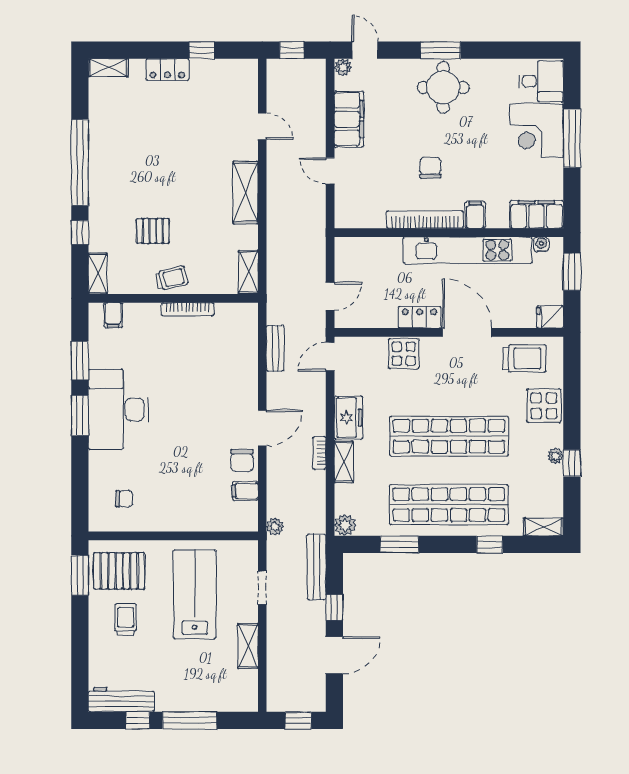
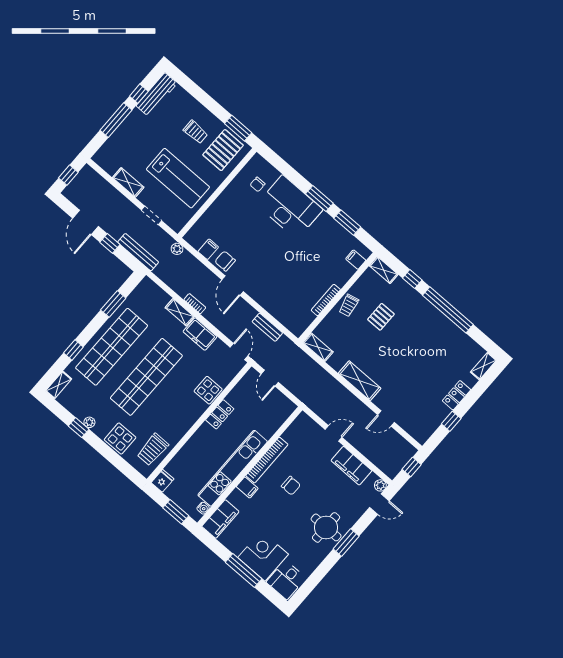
door: (467, 332) -> (191, 432), removed
desk: (118, 410) -> (290, 207), moved
plant: (345, 525) -> (147, 285), removed

